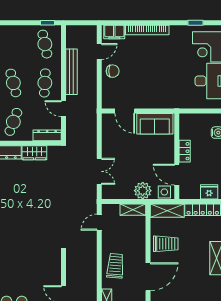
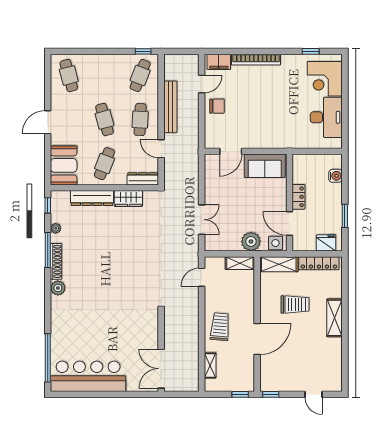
cafe table: (45, 44) -> (140, 76), turned 33
door: (125, 111) -> (231, 151), hinge flipped
trolley: (166, 244) -> (295, 304), moved

